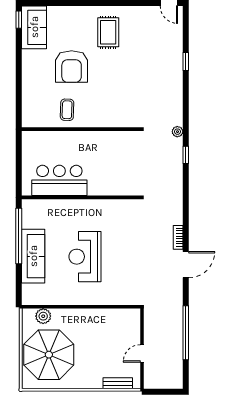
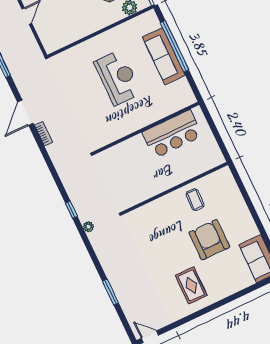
window: (186, 61) -> (111, 292), width x1.50
window: (19, 236) -> (175, 46), moved

